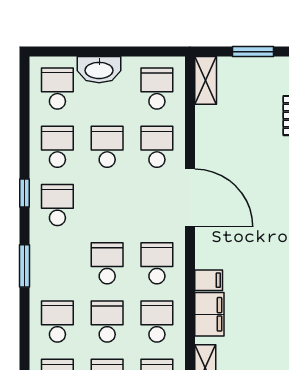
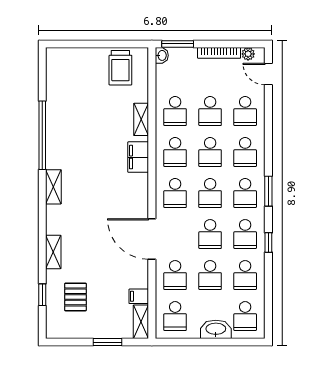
school desk: (107, 205) -> (210, 234), added
school desk: (57, 263) -> (245, 193), added
filing cabinet: (209, 280) -> (139, 296), moved

